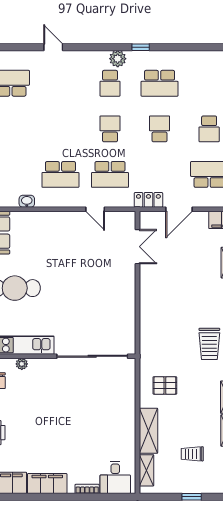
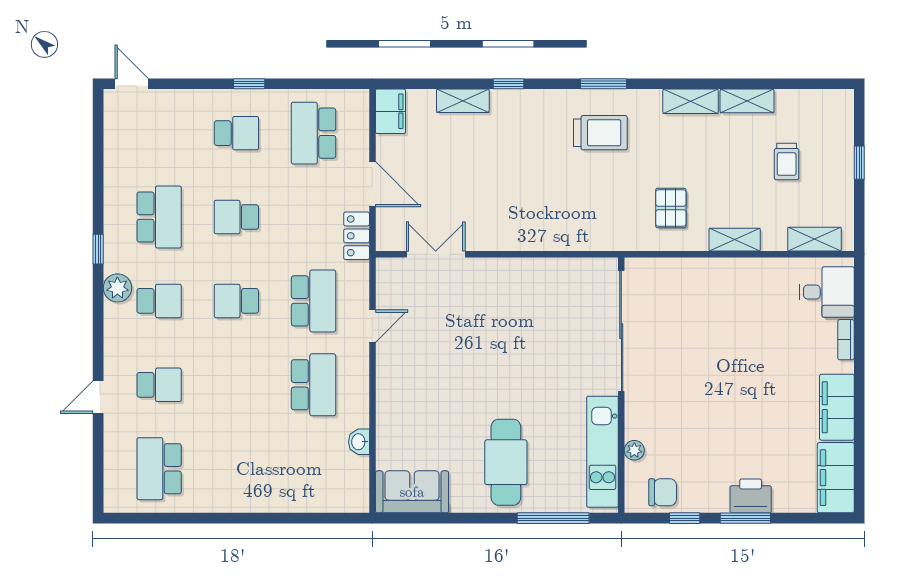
school desk: (60, 83) -> (159, 385), added
shelving: (148, 431) -> (735, 240), width x0.67, depth x0.75

